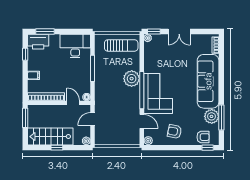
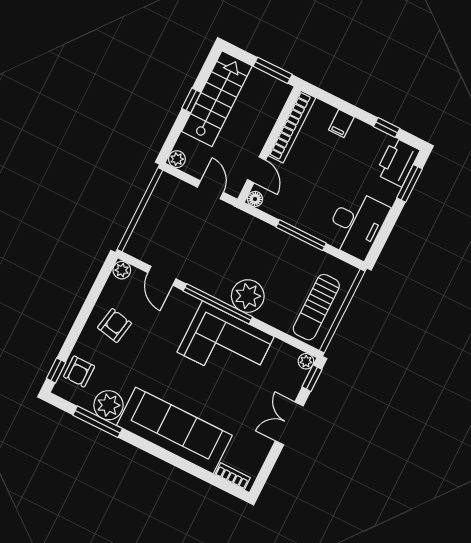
corner sofa: (158, 93) -> (226, 344), moved
door: (73, 103) -> (256, 170), hinge flipped
door: (142, 121) -> (162, 276), hinge flipped

